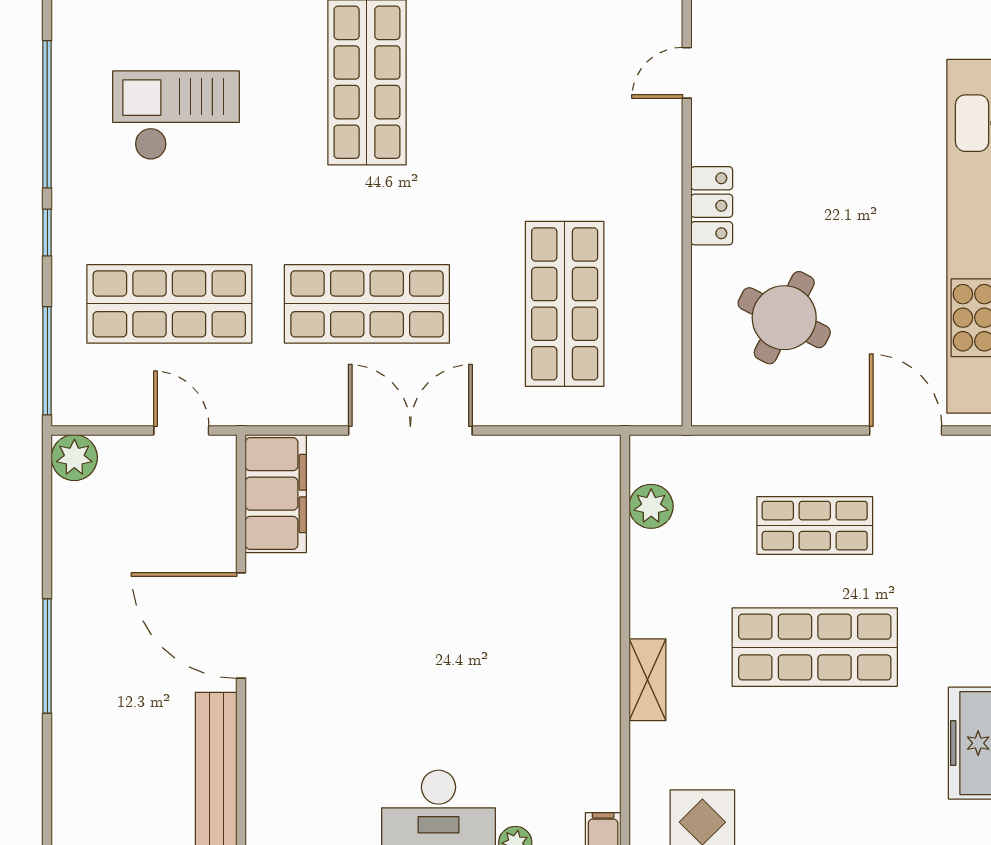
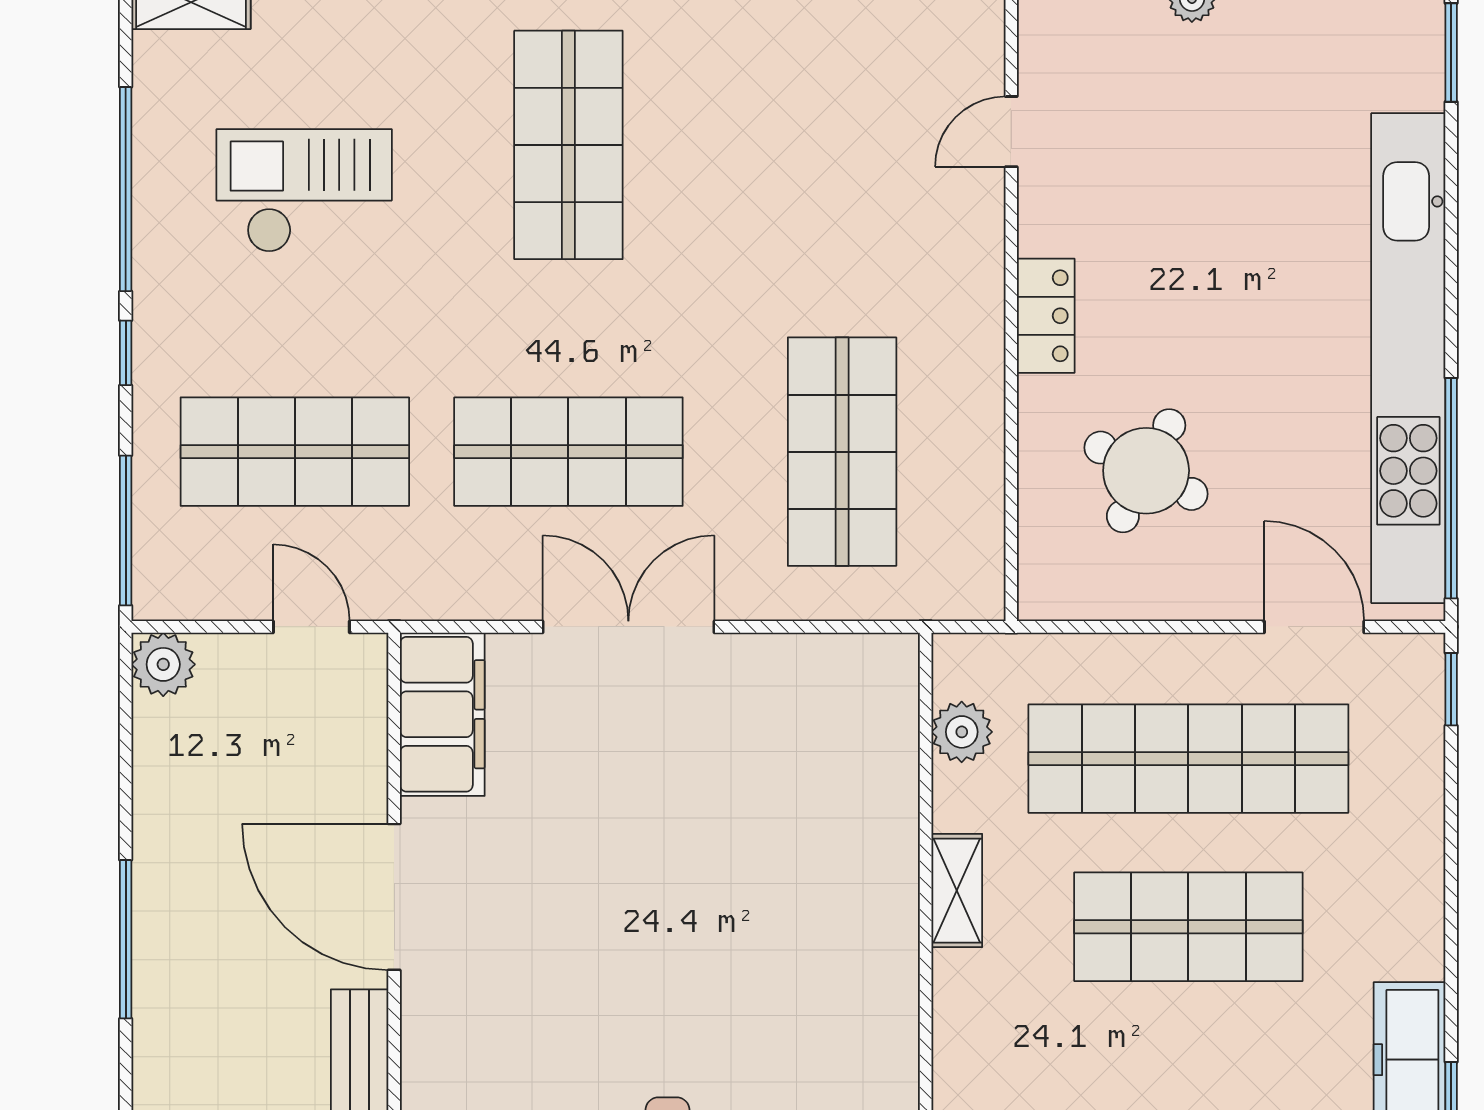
shop shelf: (815, 526) -> (1188, 759), width x2.00, depth x1.36
shelving: (647, 680) -> (957, 891), moved

